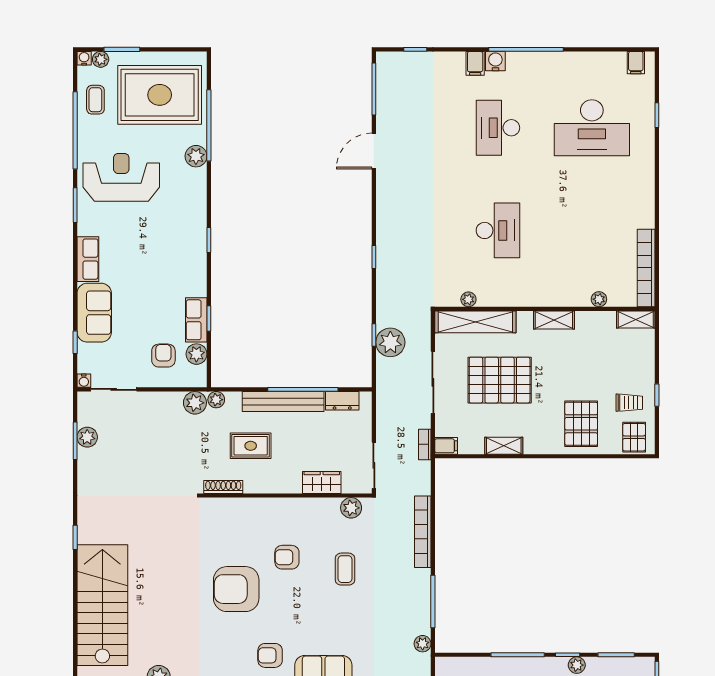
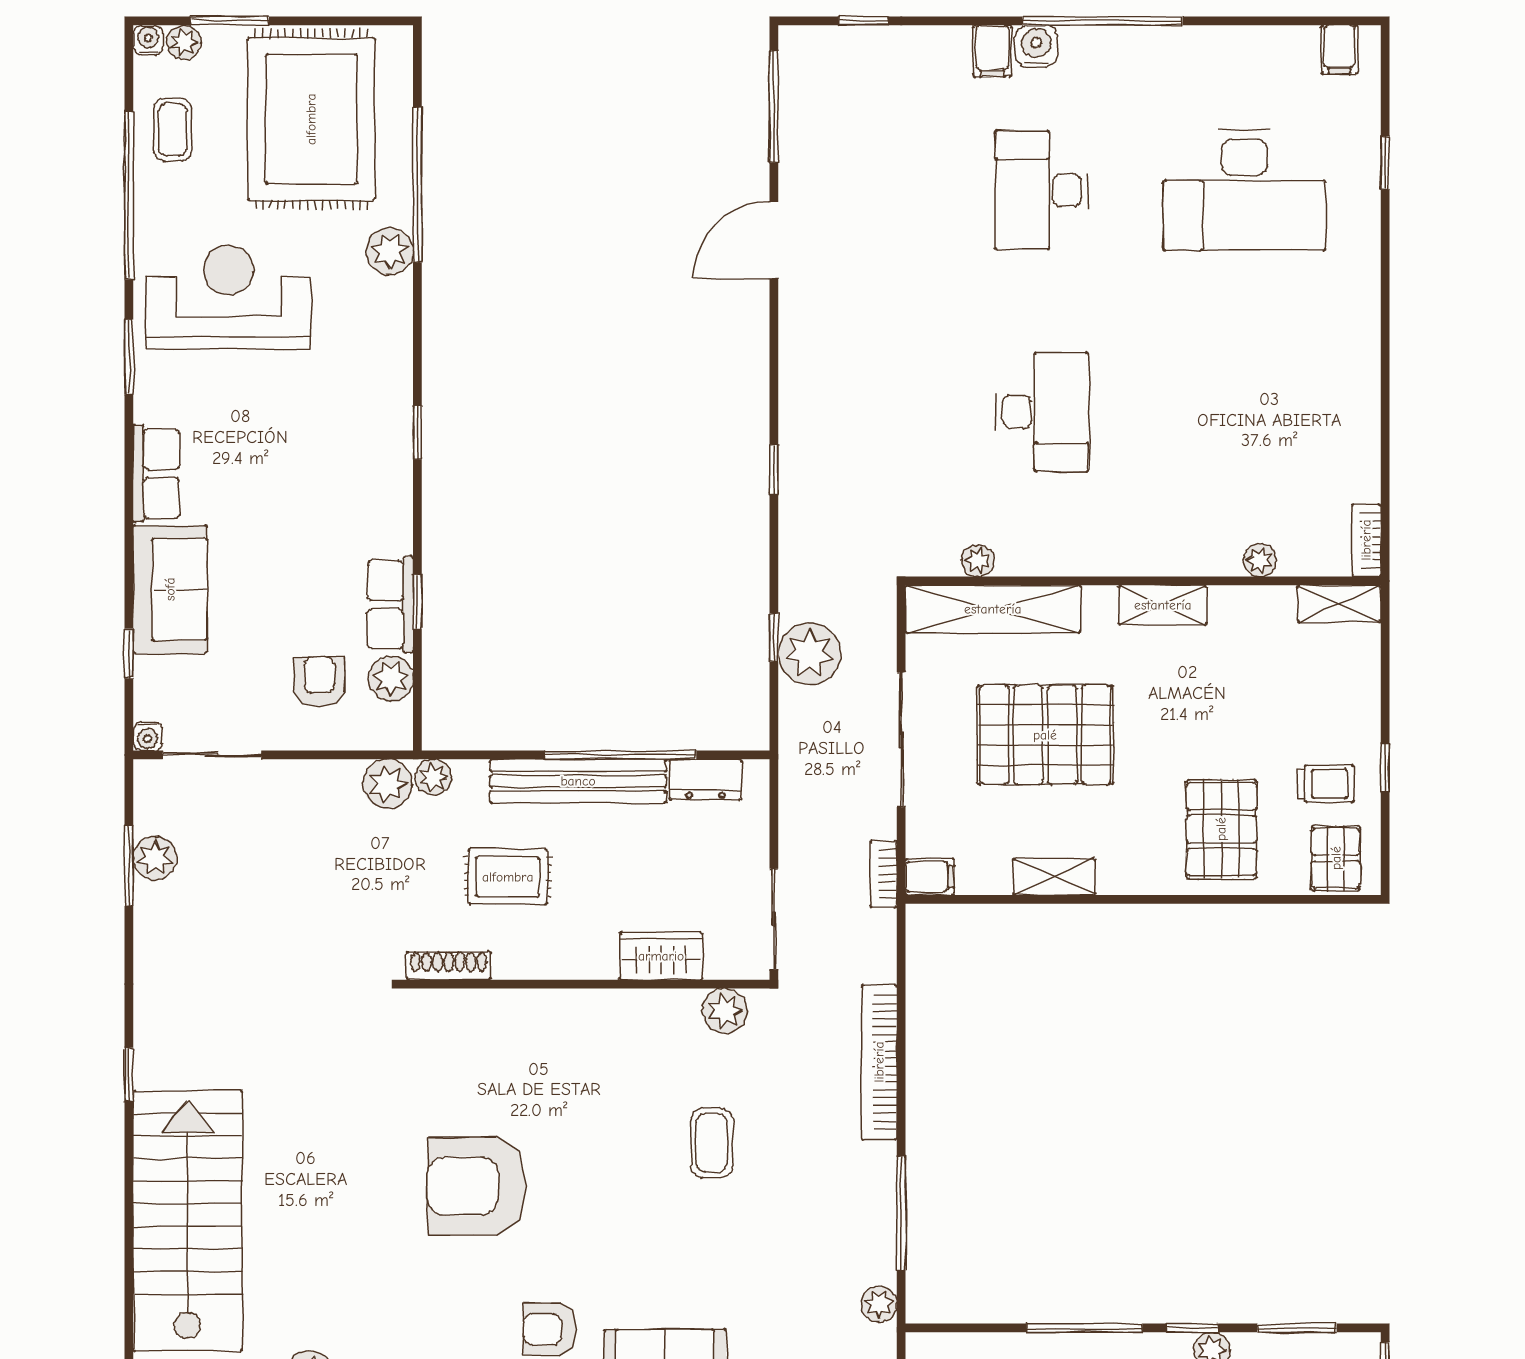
rug: (160, 95) -> (311, 119), turned 90
bookcase: (646, 268) -> (1366, 540), width x0.43, depth x0.76
armchair: (287, 557) -> (586, 1117), removed

